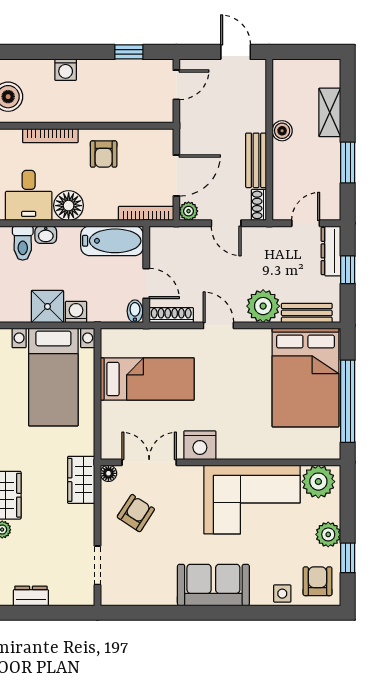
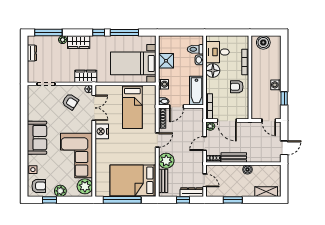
washing machine: (66, 70) -> (276, 85), moved
shelving: (330, 112) -> (266, 192), moved
washing machine: (76, 312) -> (163, 84), moved

